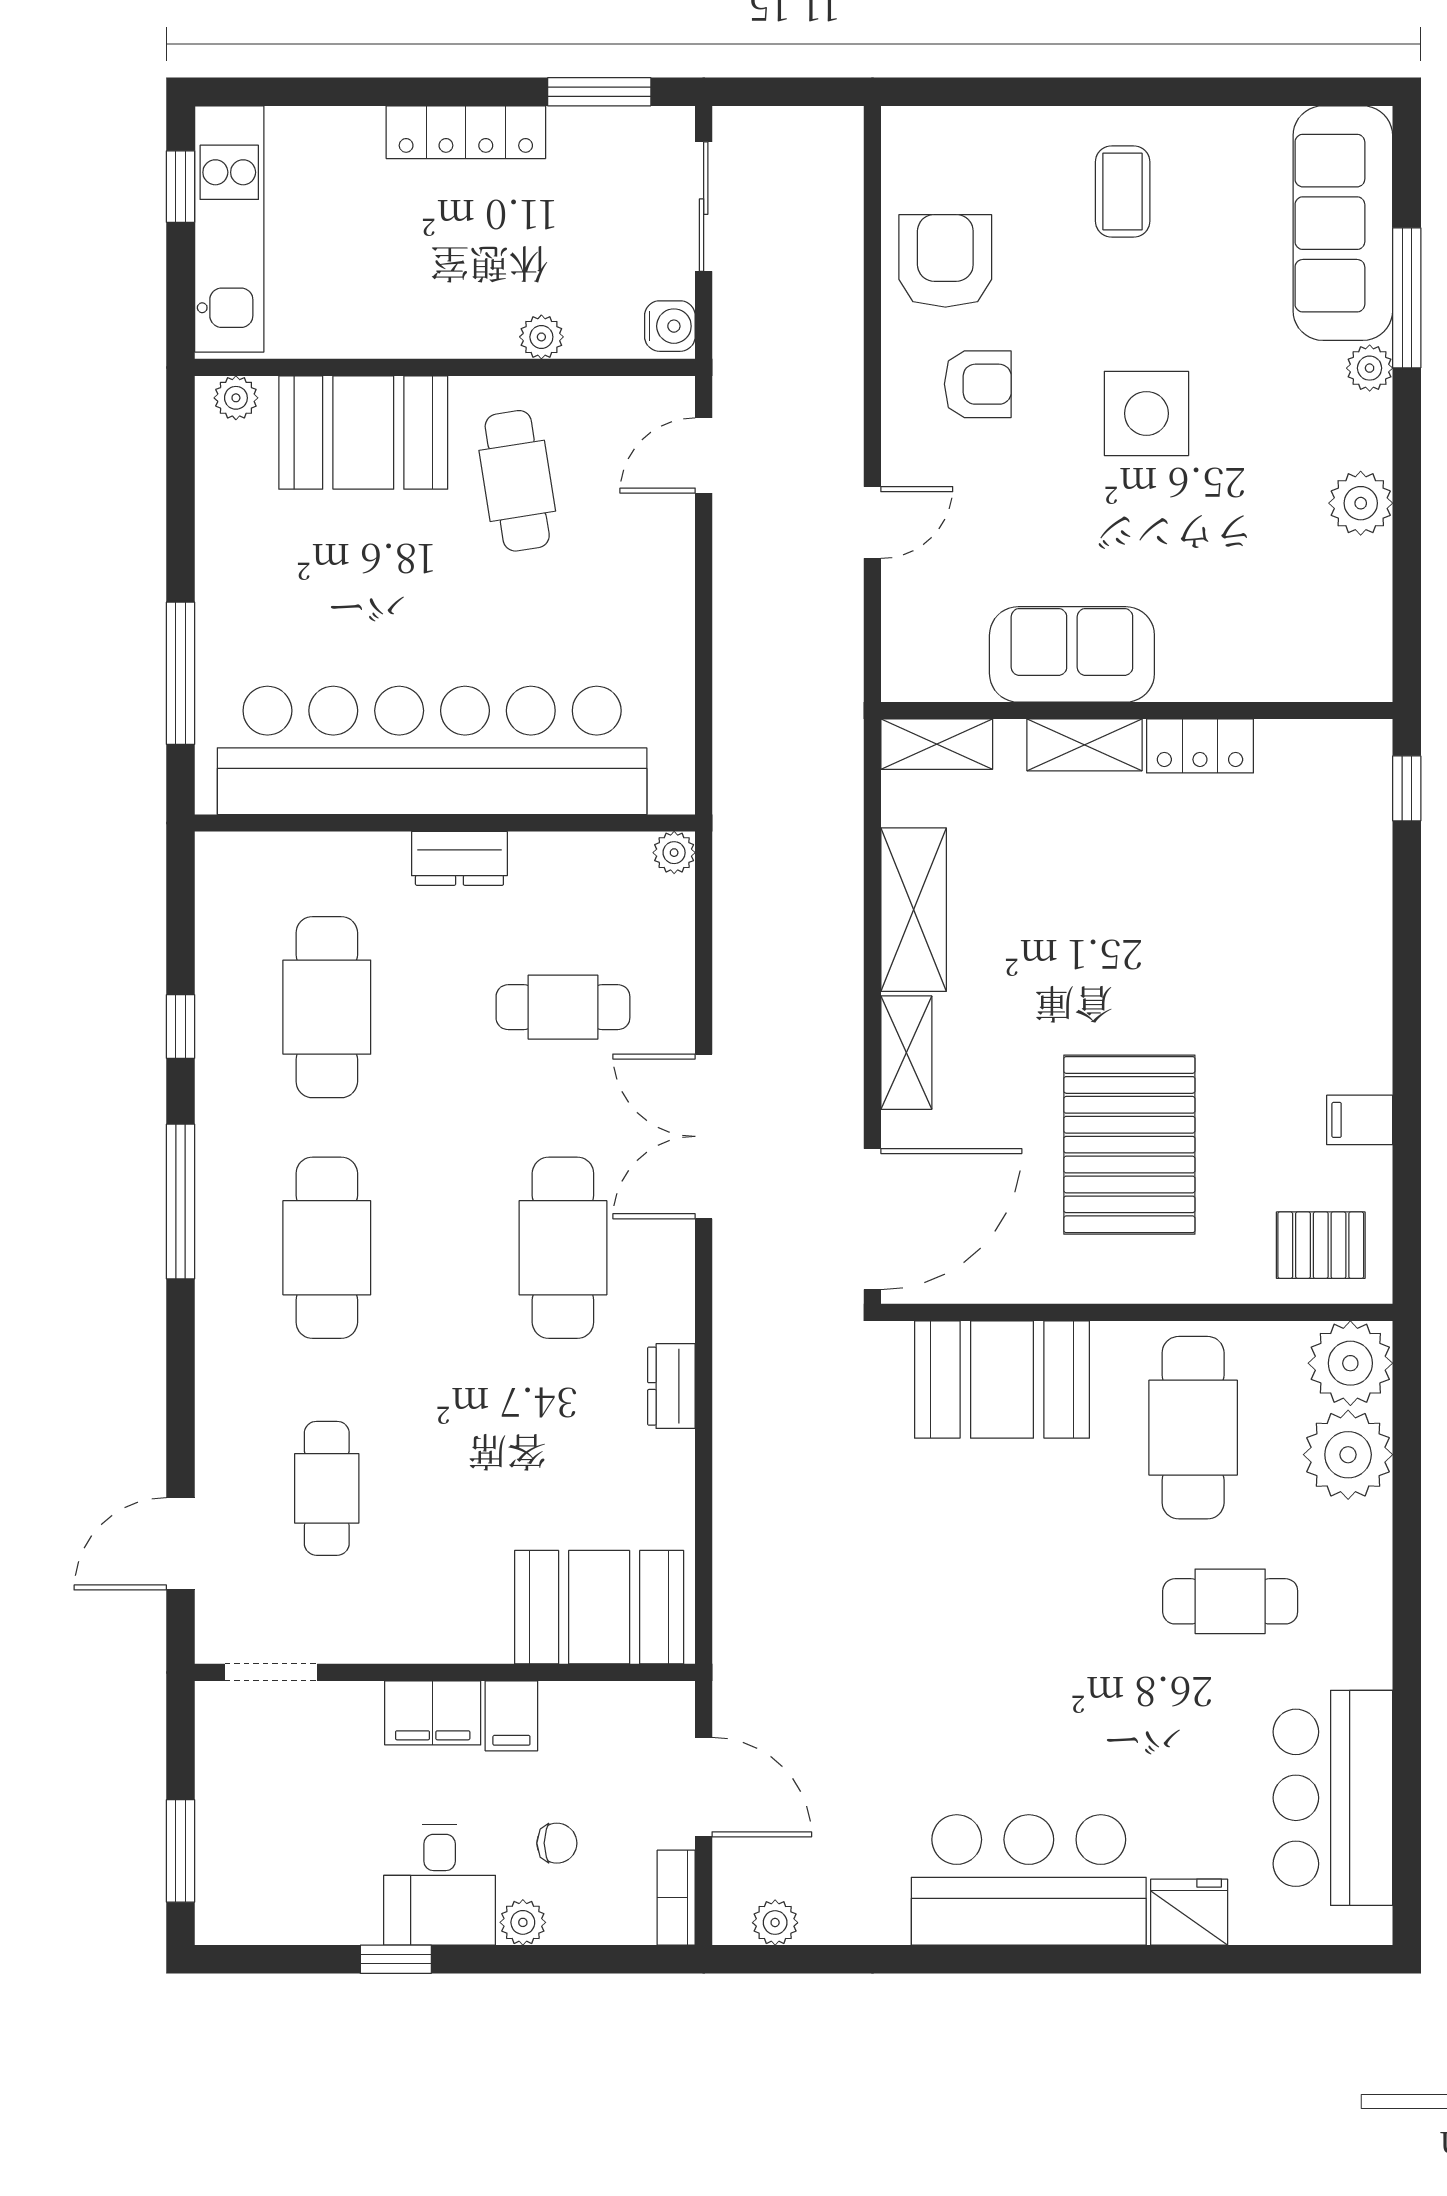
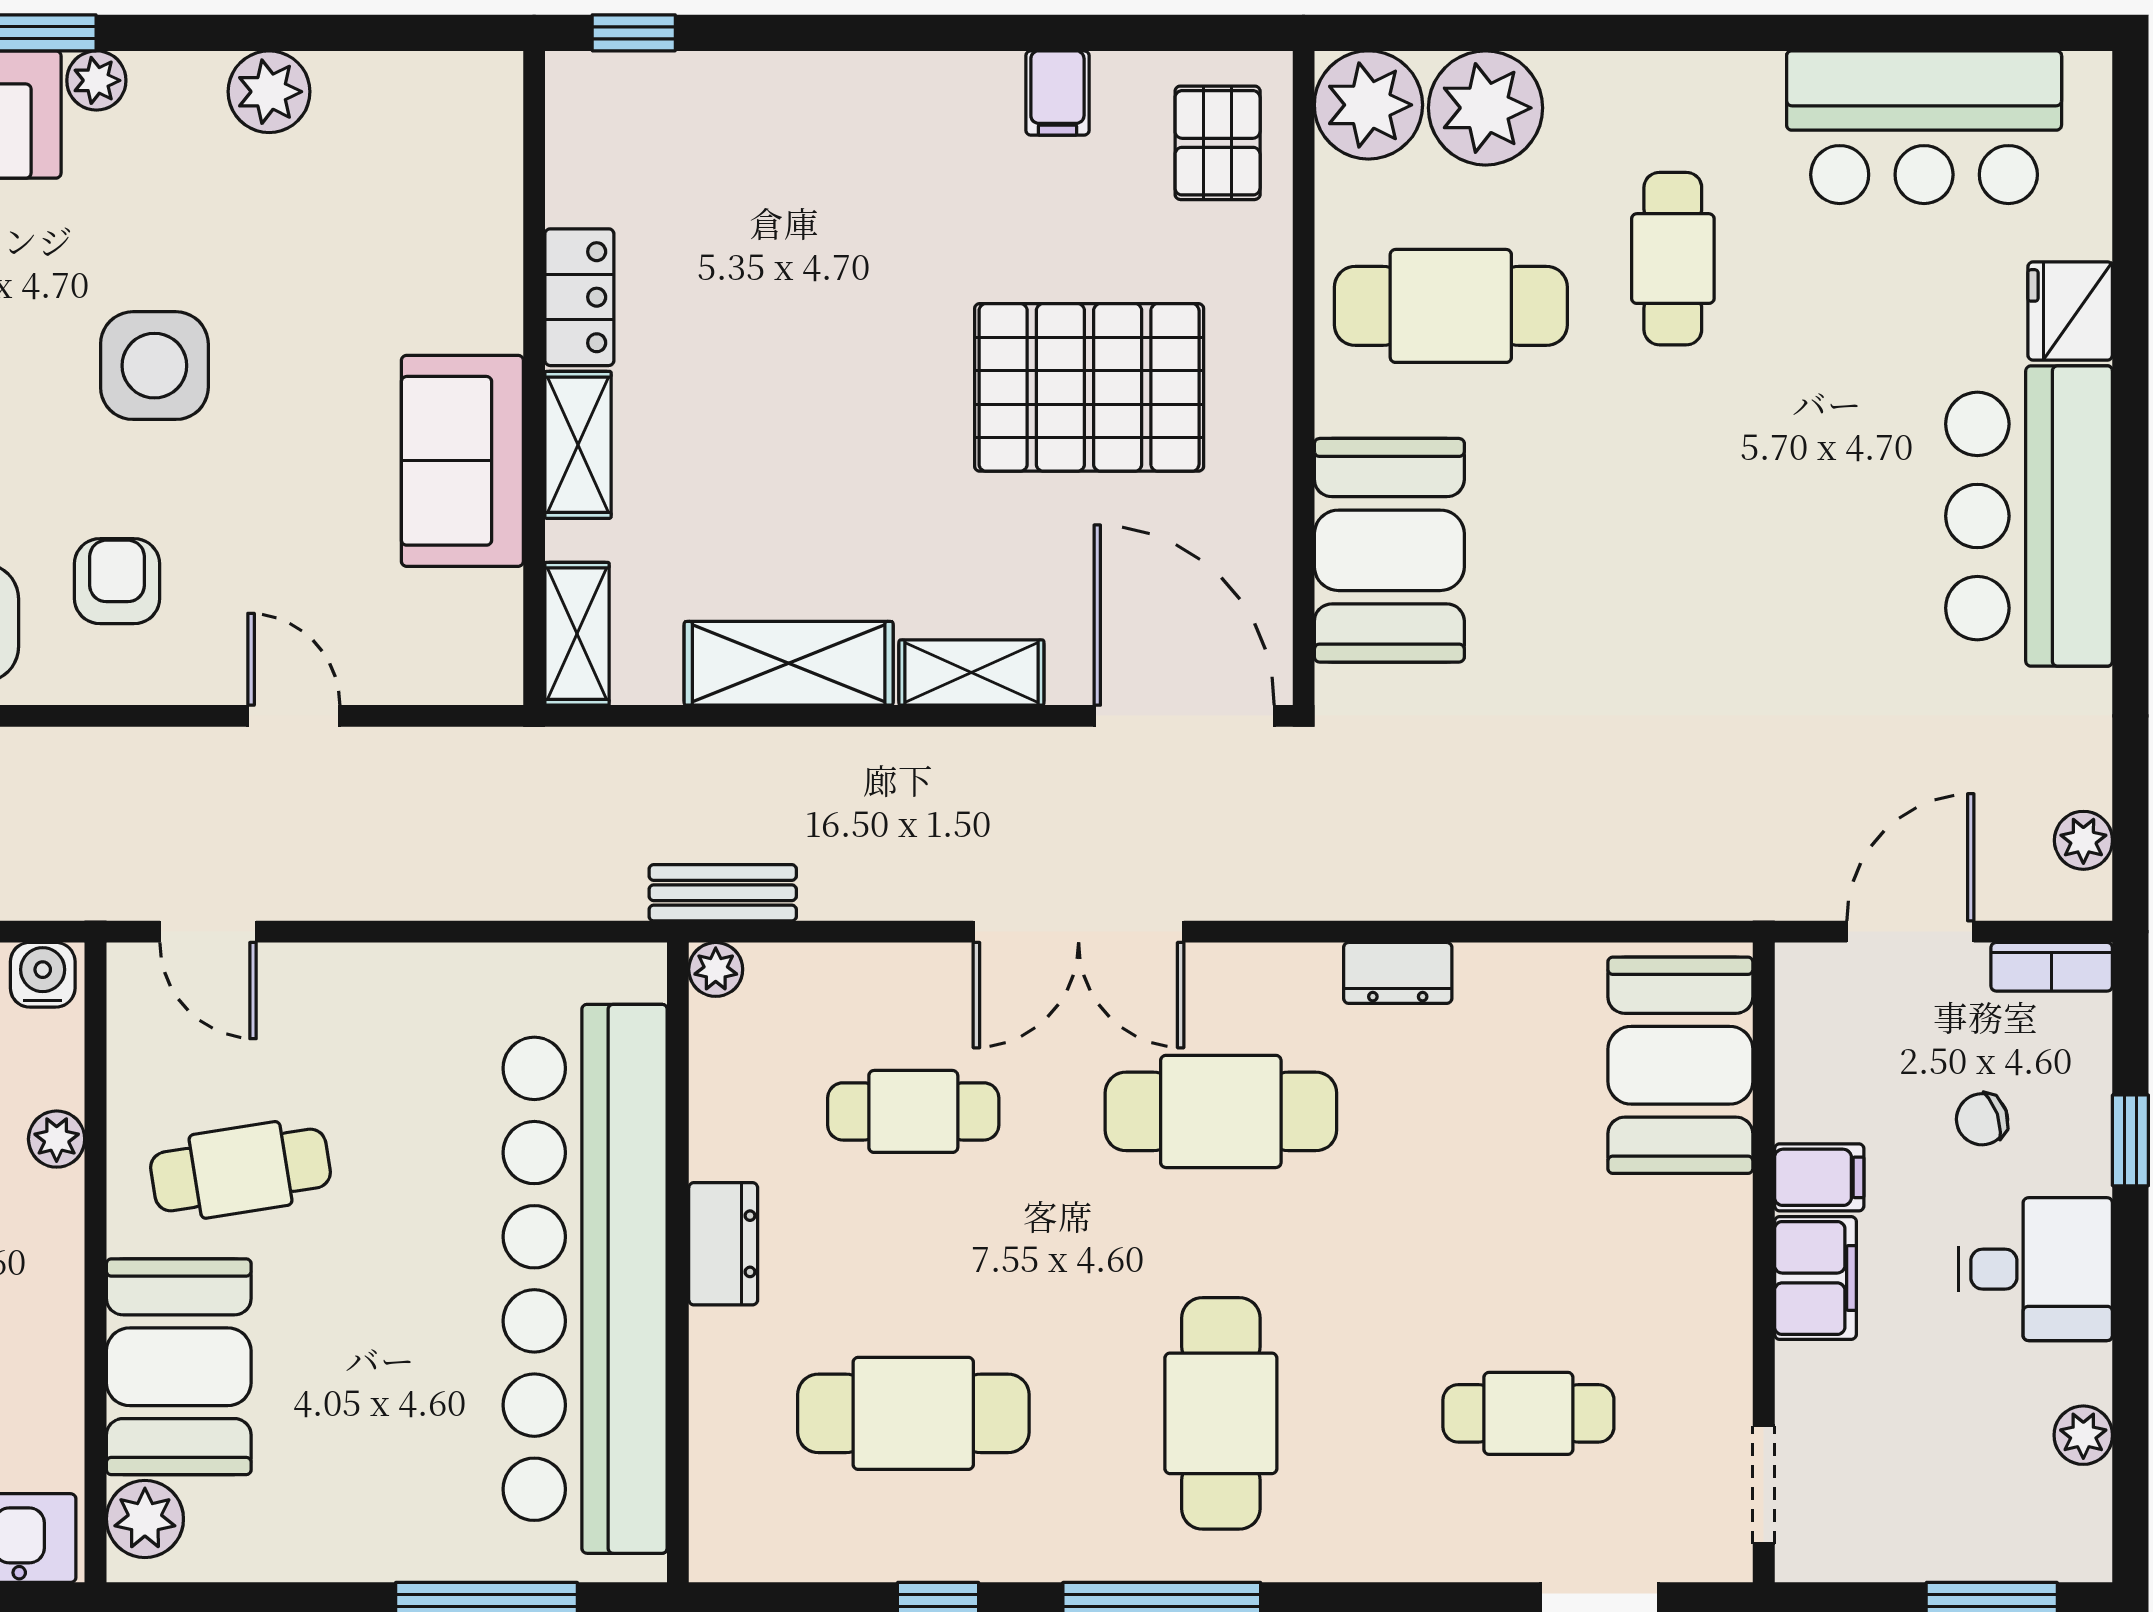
plant: (236, 398) -> (145, 1519), width x1.38, depth x1.38
bench: (734, 858) -> (723, 893), added
cafe table: (563, 1007) -> (913, 1111), turned 90
cafe table: (327, 1248) -> (1221, 1413), turned 90
chair: (557, 1843) -> (1982, 1119), turned -109
plant: (523, 1922) -> (2083, 1435), moved
window: (396, 1959) -> (2130, 1140), moved

